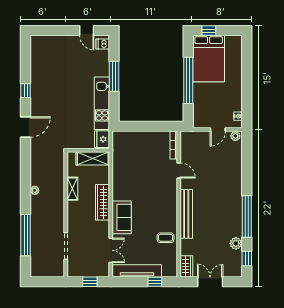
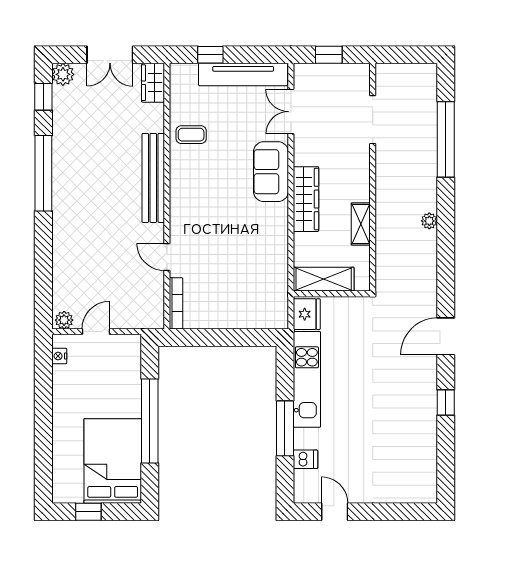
window: (209, 31) -> (88, 512), moved
dishwasher: (103, 44) -> (305, 459), moved
plant: (236, 243) -> (63, 74), moved

